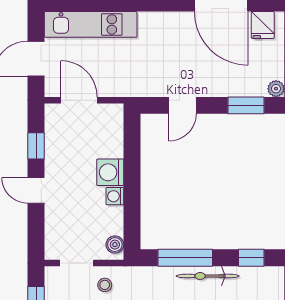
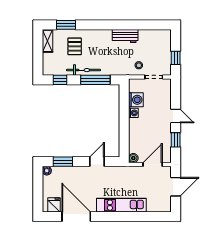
kitchen unit: (91, 24) -> (121, 205), moved
door: (79, 100) -> (153, 164), swing flipped
washing machine: (110, 172) -> (136, 100), moved
boiler: (115, 245) -> (133, 158), moved

